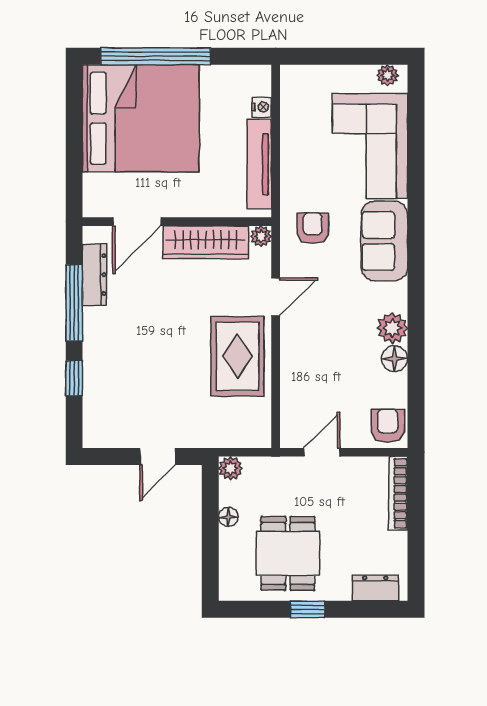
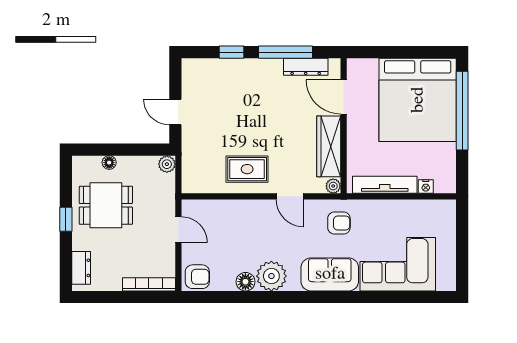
plant: (388, 75) -> (449, 277), removed
plant: (392, 328) -> (271, 276), width x1.36, depth x1.36
rug: (237, 356) -> (247, 169), width x0.73, depth x0.70
floor lamp: (228, 517) -> (109, 163), moved

